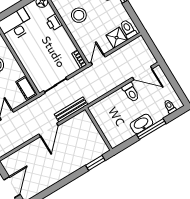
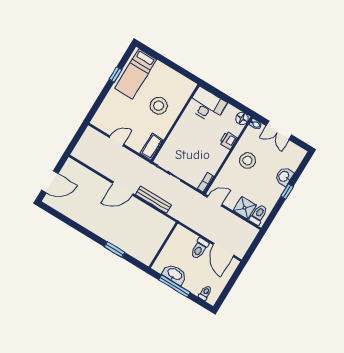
wall: (99, 129) -> (163, 245), moved

